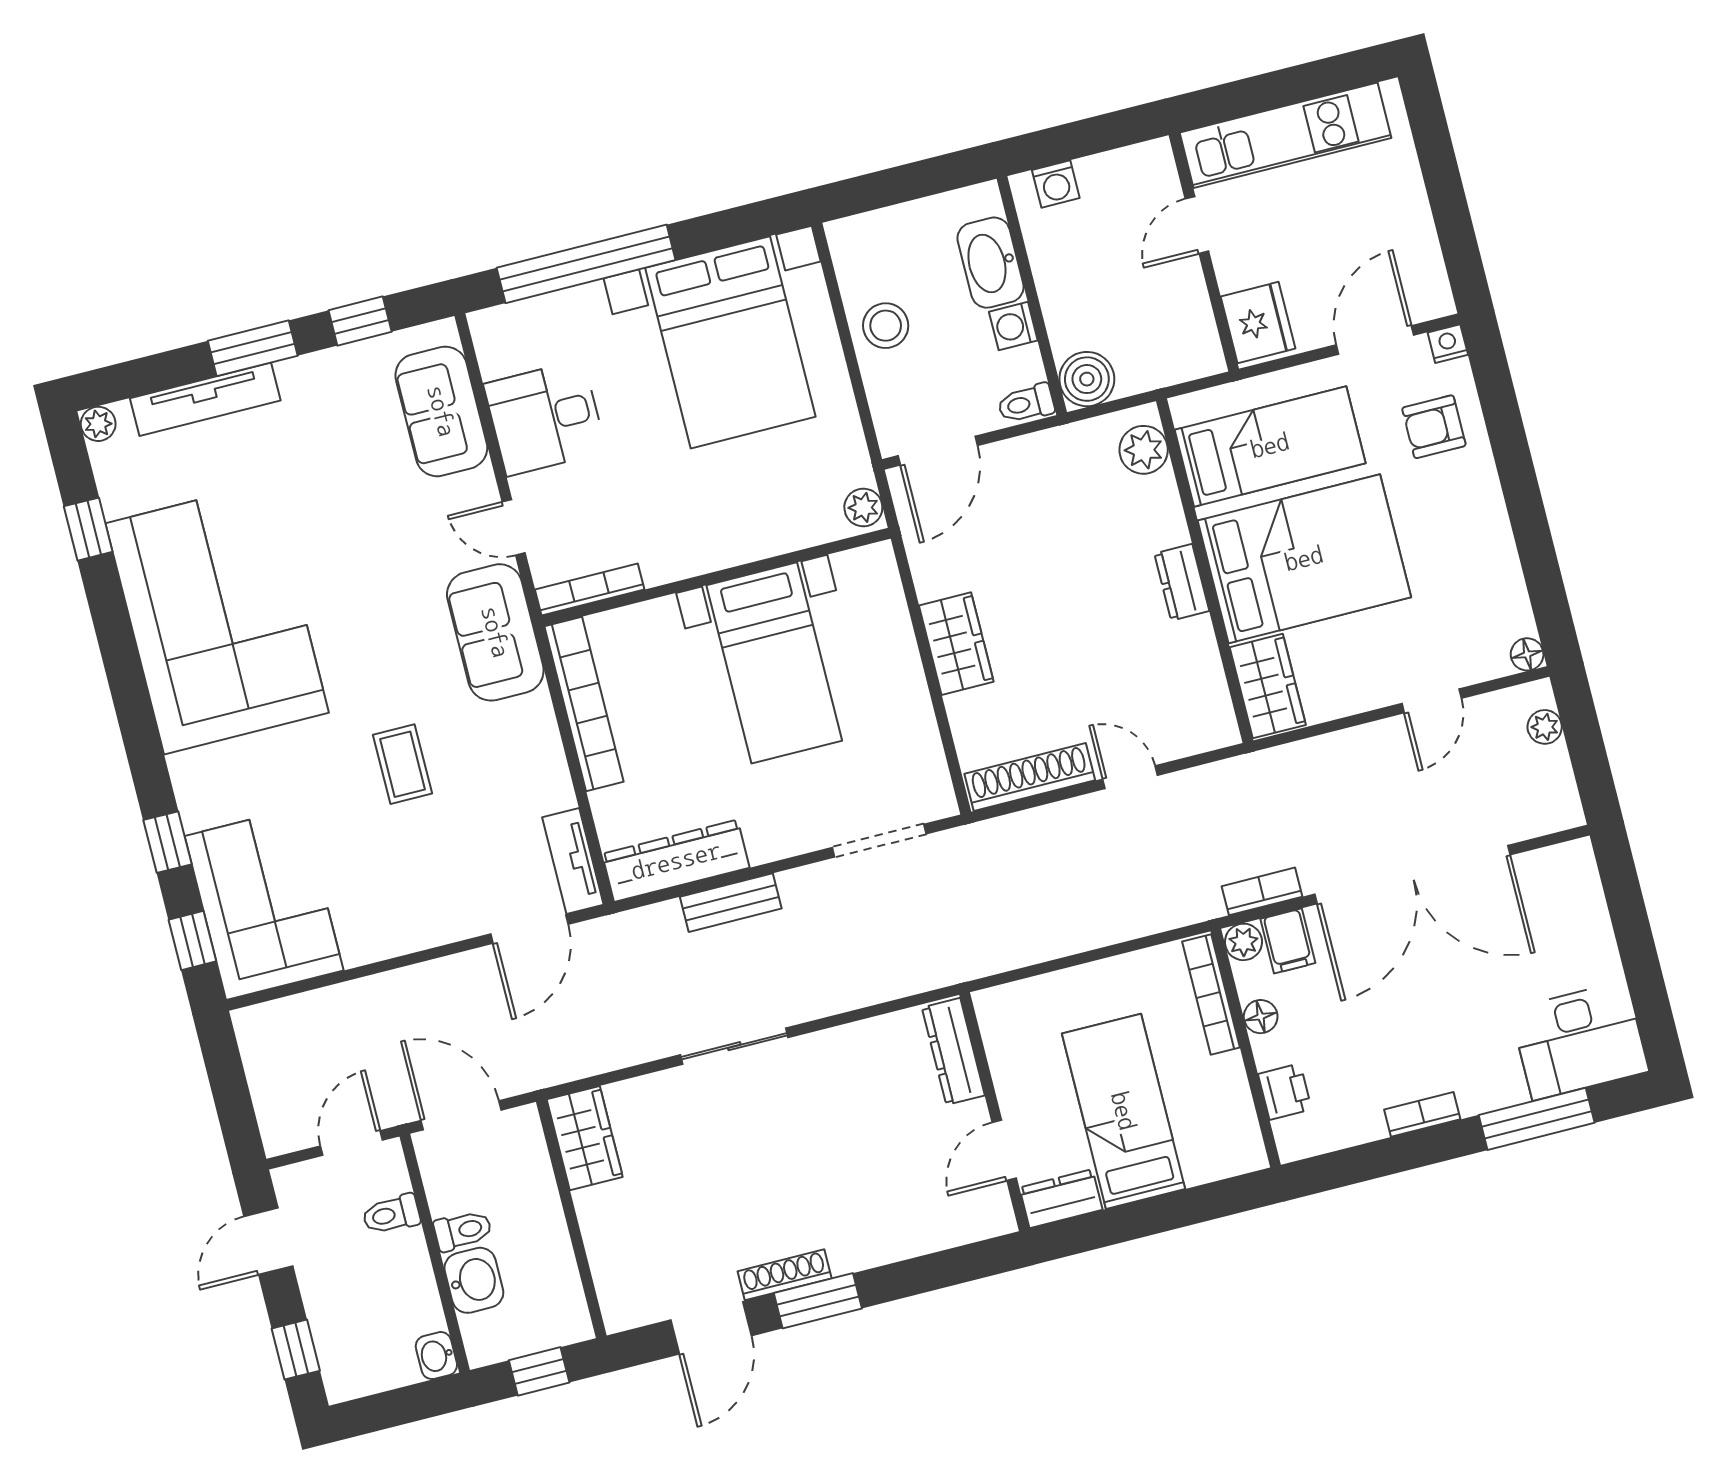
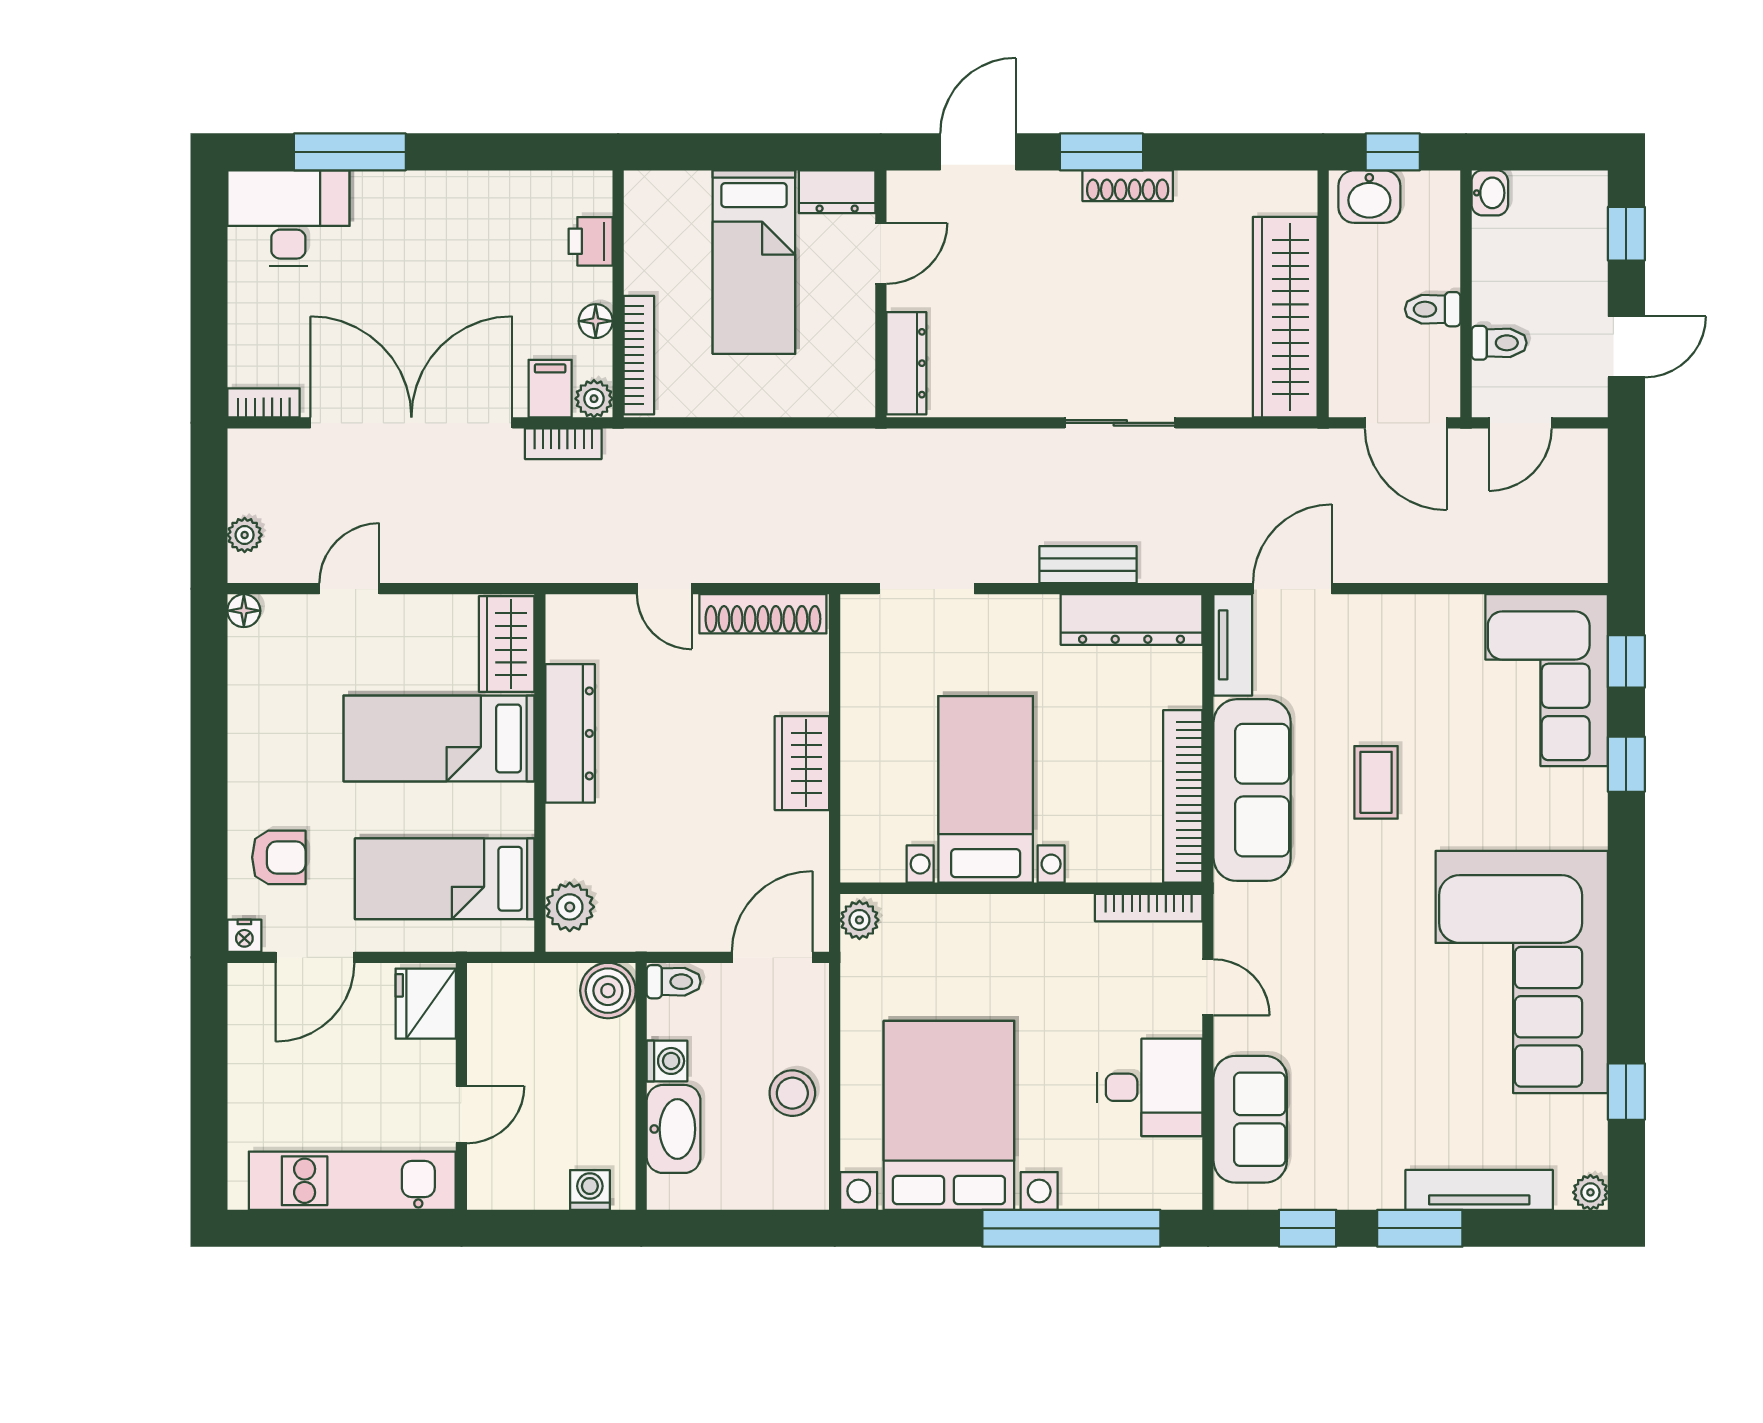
bed: (1304, 559) -> (439, 738), width x0.67
dresser: (1182, 582) -> (570, 733), width x1.96, depth x1.24
sofa: (495, 632) -> (1252, 790), moved, width x1.36
bookcase: (1422, 1114) -> (264, 403), moved, turned 180
wardrobe: (585, 1138) -> (1285, 317), width x2.10, depth x1.17
washbasin: (474, 1280) -> (1369, 197), moved, turned -90
door: (711, 1328) -> (978, 152), moved

